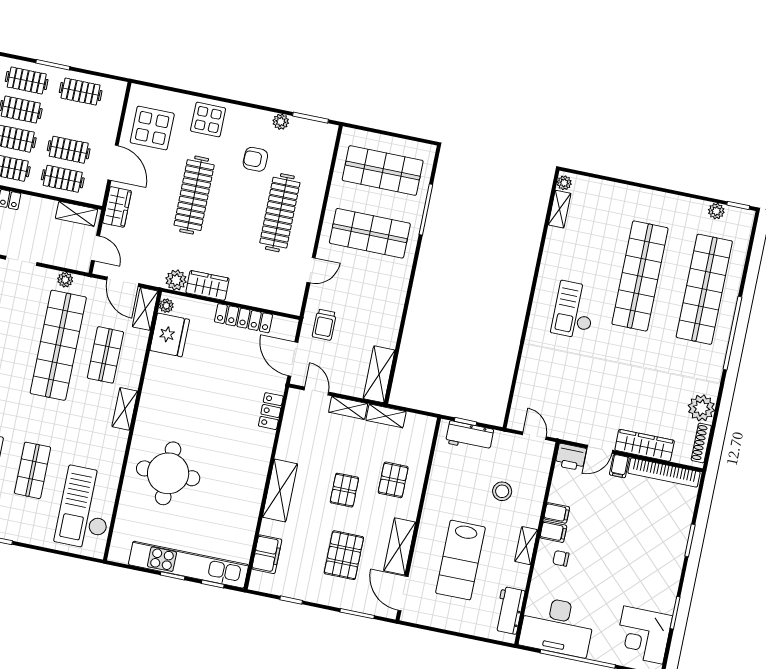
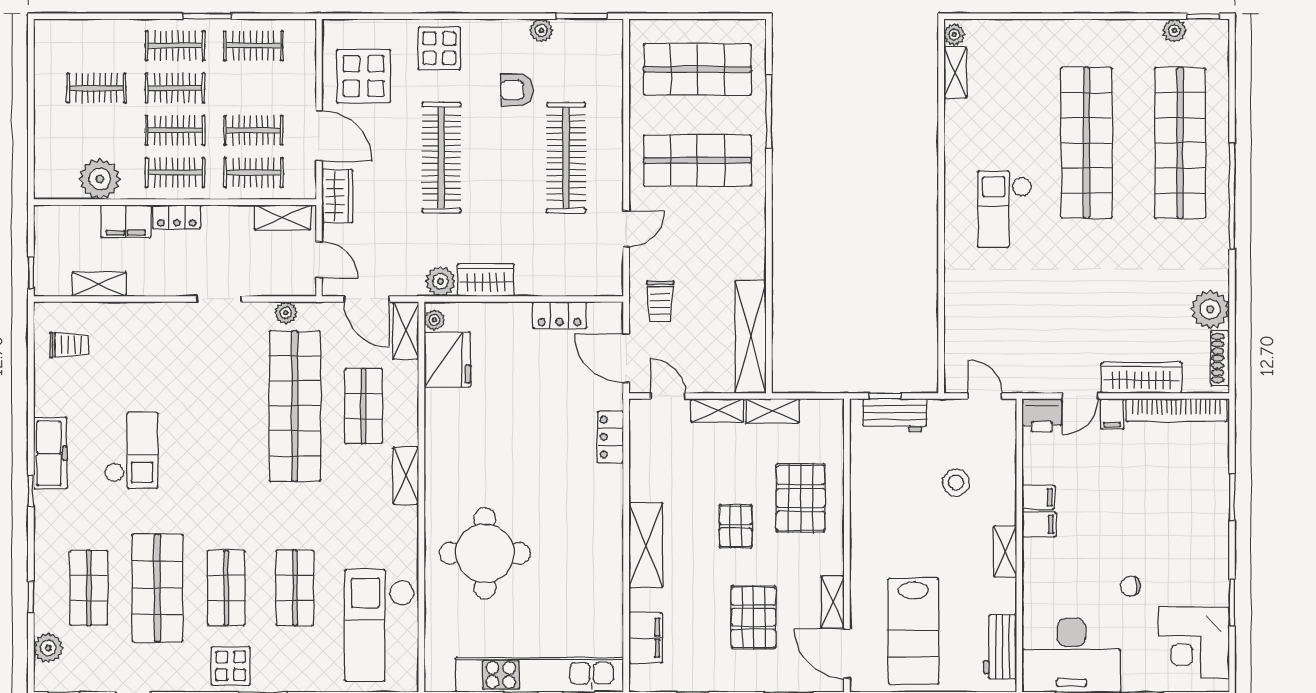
locker: (243, 318) -> (560, 315), width x0.66
shelving: (379, 374) -> (751, 337), width x1.47
pallet: (393, 480) -> (801, 498), width x1.50, depth x1.42
shelving: (400, 546) -> (833, 602), width x0.67, depth x0.75
chair: (561, 558) -> (1130, 586), moved
lab bench: (460, 560) -> (913, 631), moved

